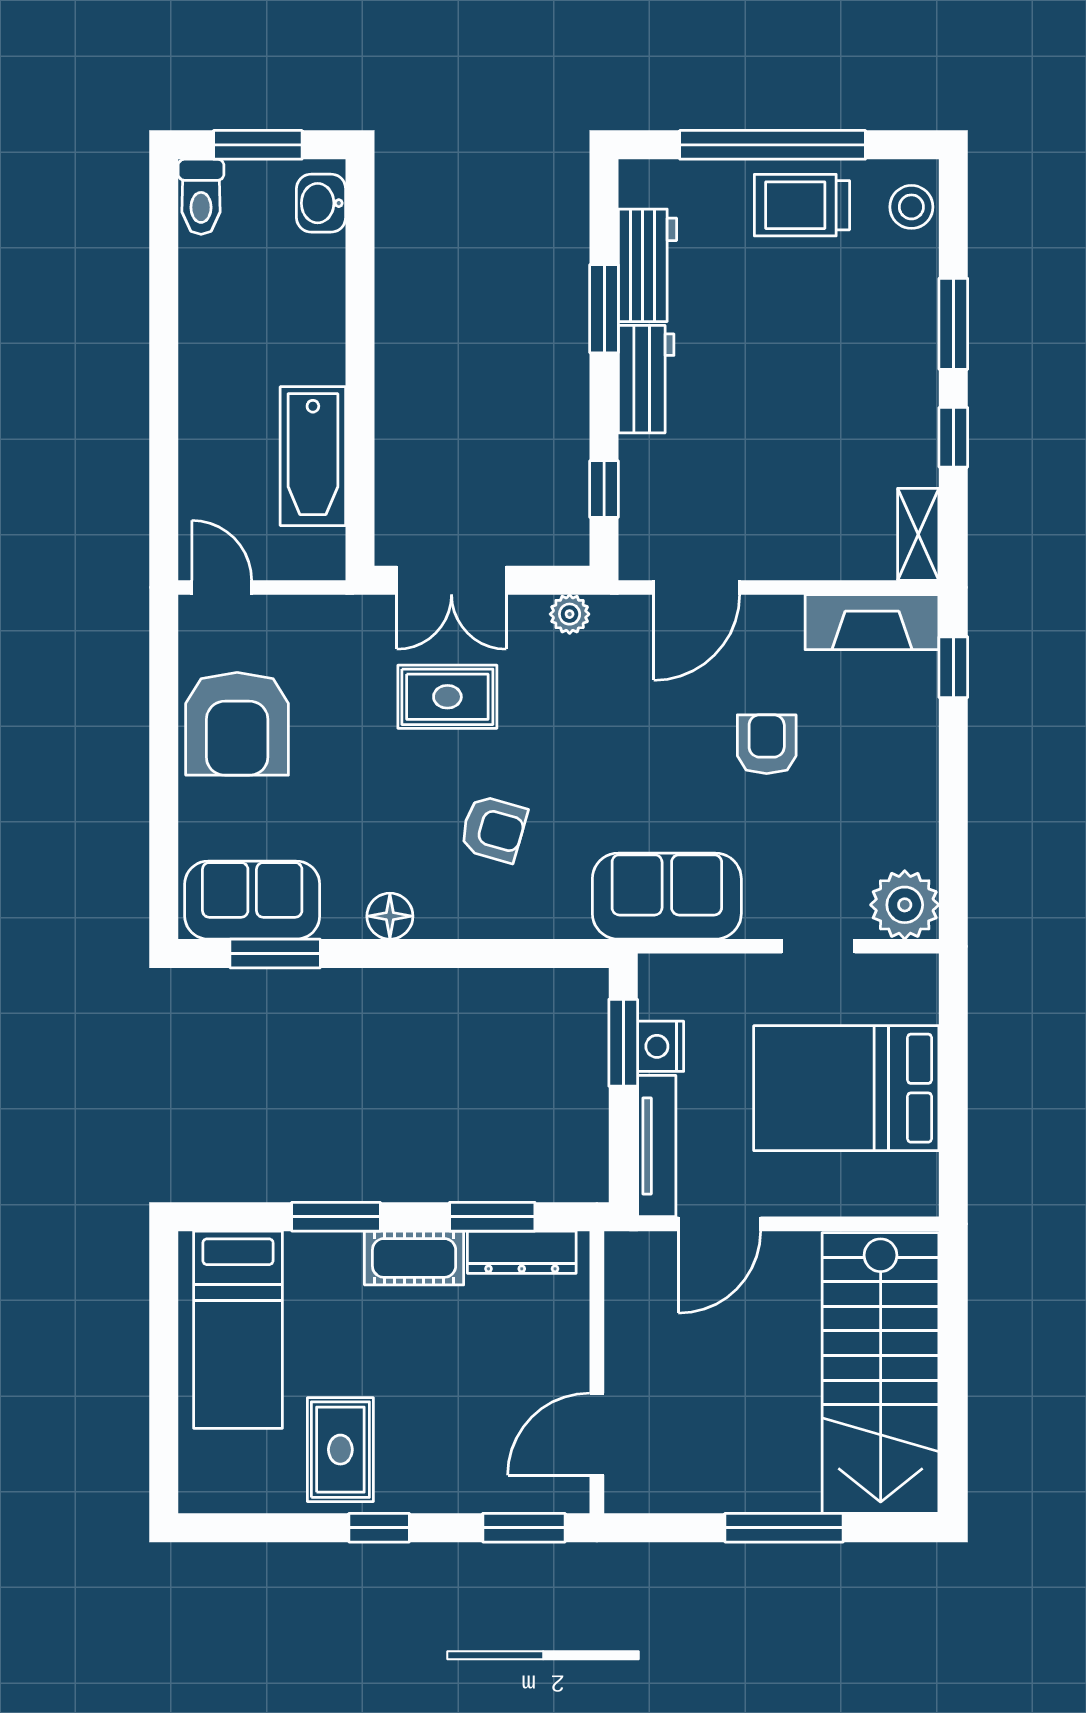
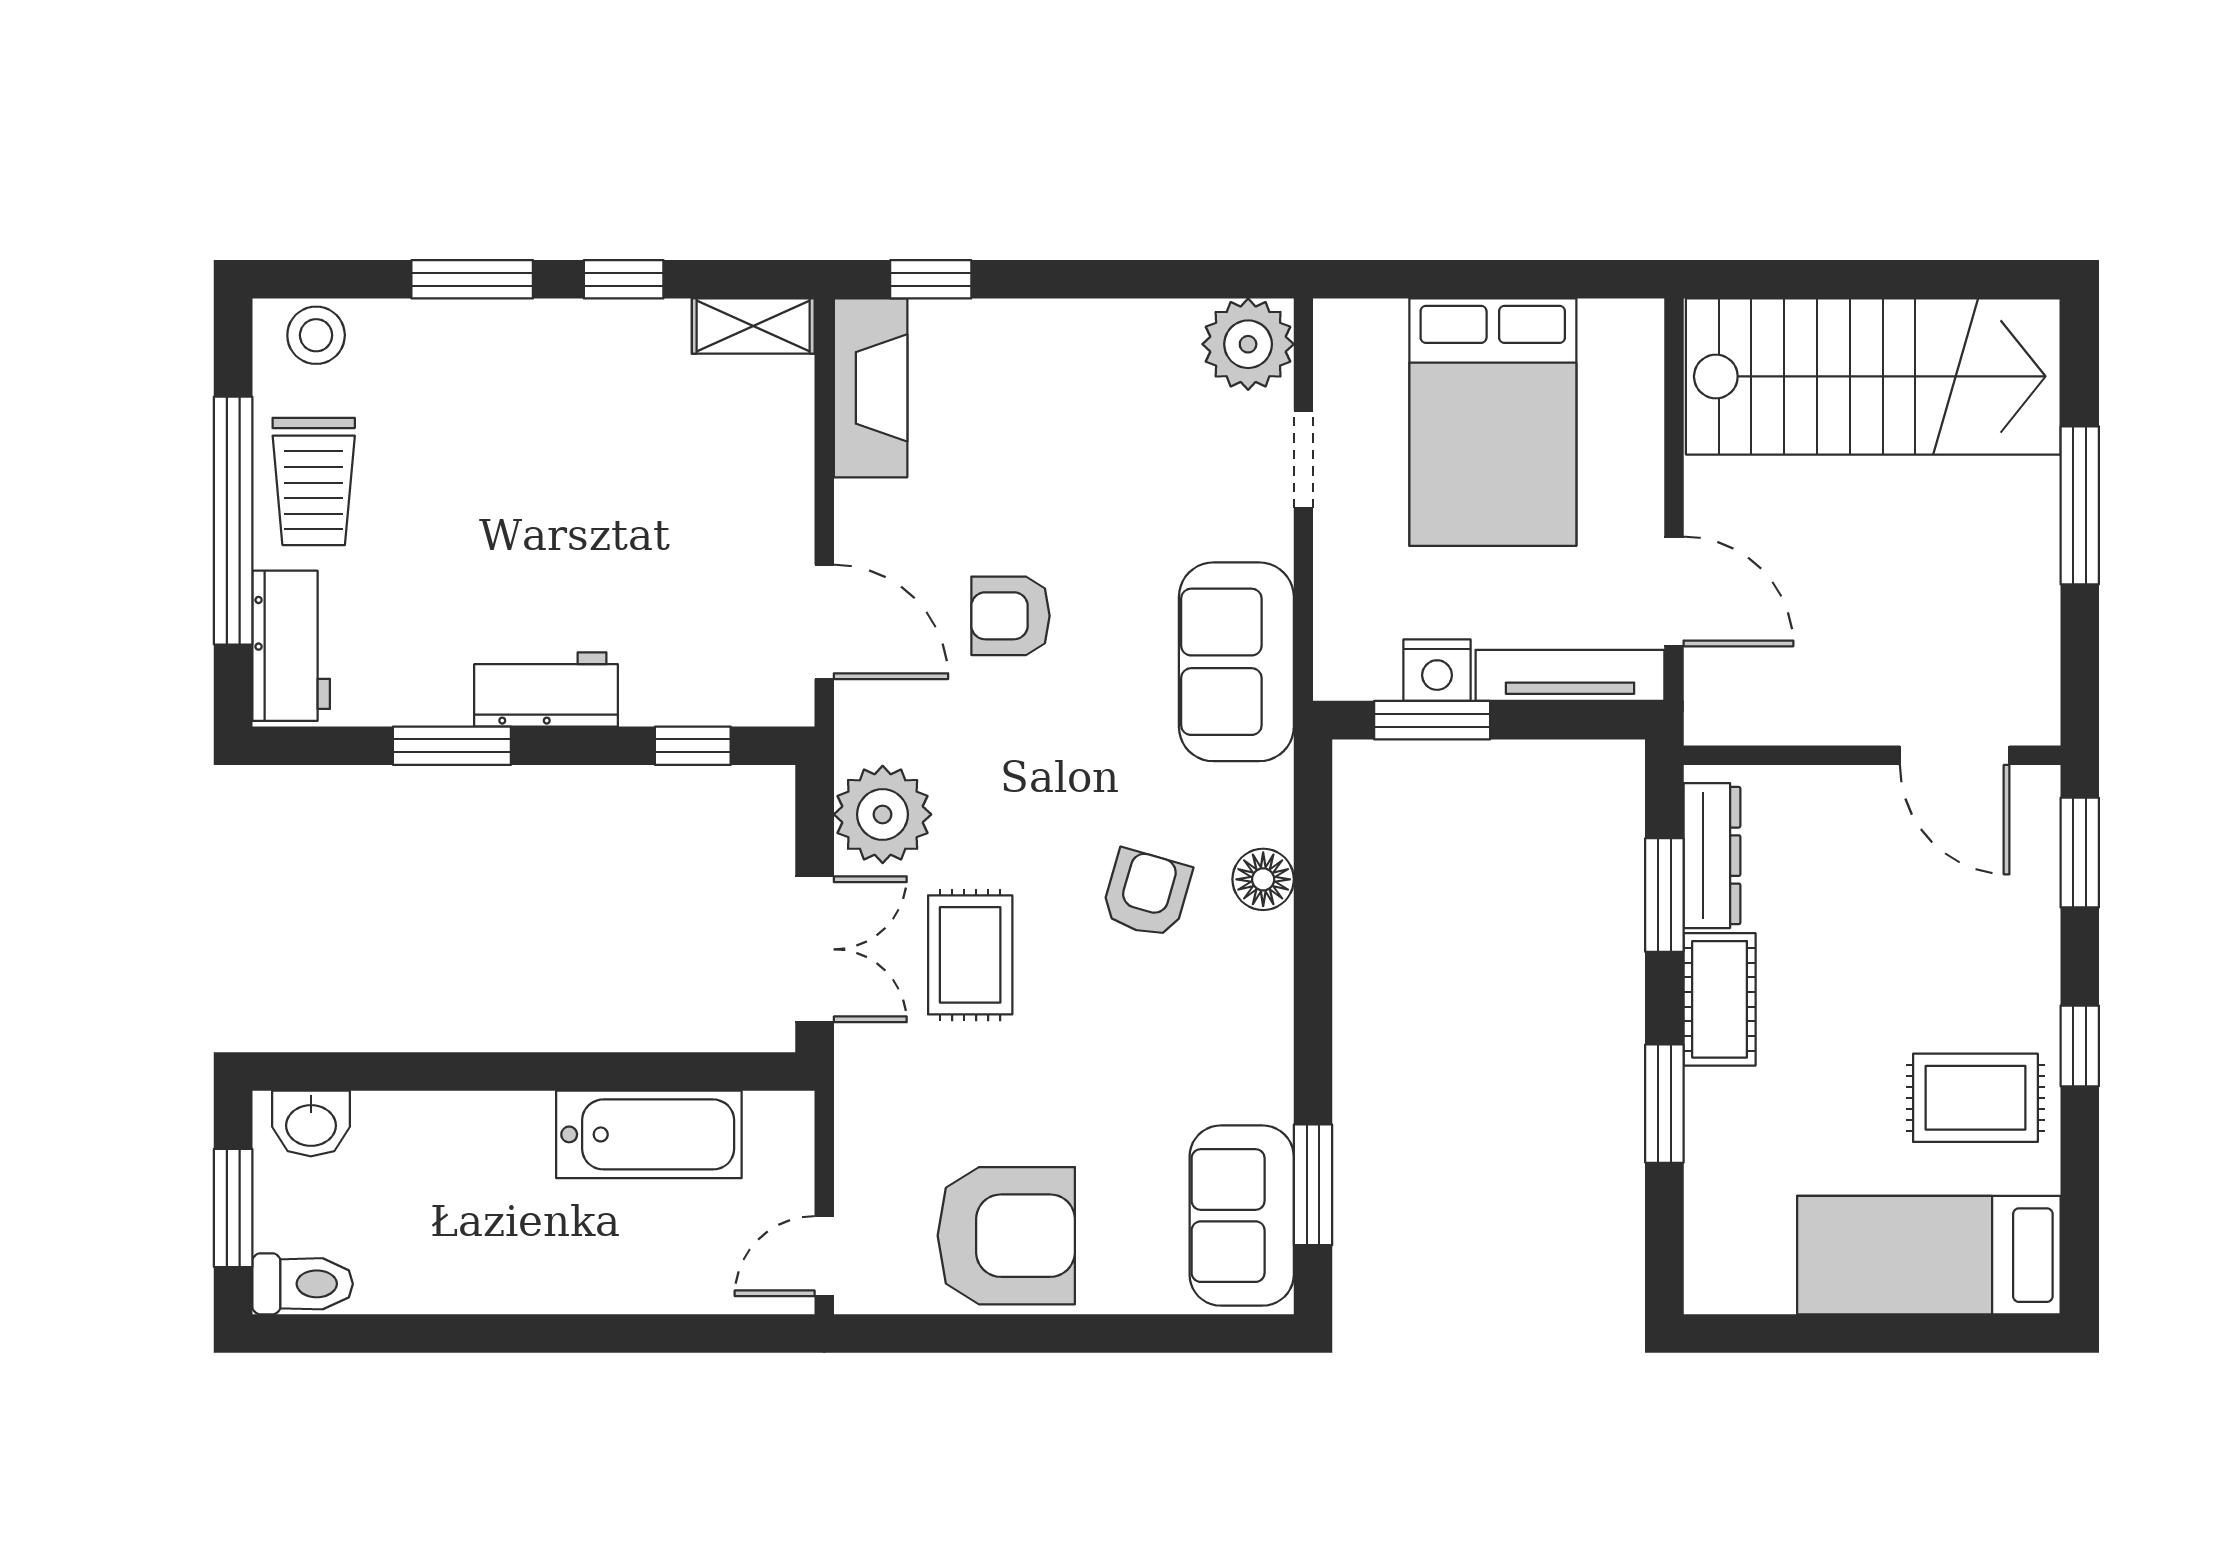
workbench: (647, 265) -> (291, 646), moved, turned 90
plant: (570, 614) -> (883, 814), width x1.87, depth x1.87
armchair: (767, 744) -> (1010, 616), moved
floor lamp: (390, 916) -> (1263, 879), moved
bed: (238, 1330) -> (1929, 1255), moved, turned 180

